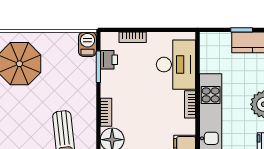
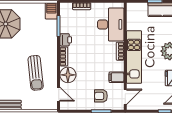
printer: (109, 60) -> (66, 40), moved

